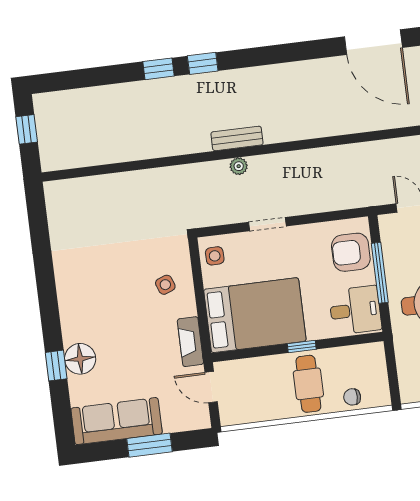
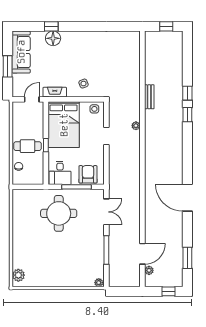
door: (373, 42) -> (187, 198), hinge flipped
bench: (237, 138) -> (149, 97), moved

